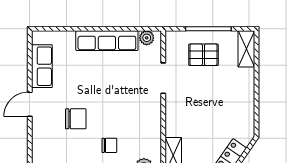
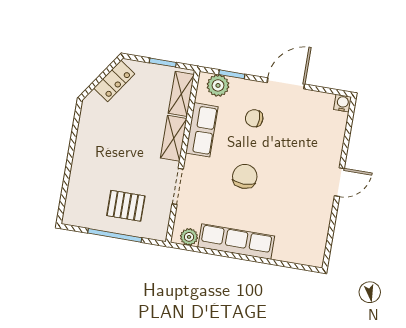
shelving: (246, 49) -> (174, 138), moved
row of seats: (42, 66) -> (202, 130), moved, turned 180
chair: (76, 119) -> (245, 176), moved, turned 90

